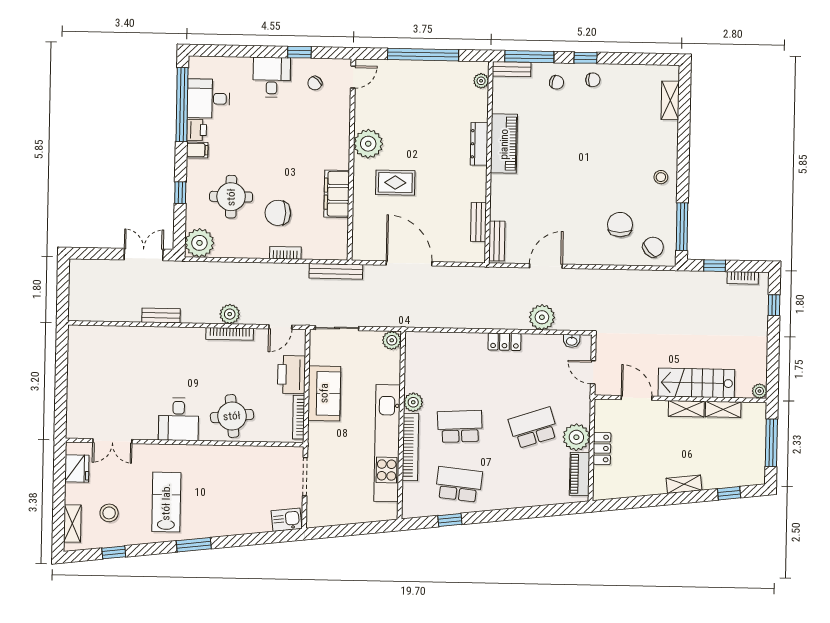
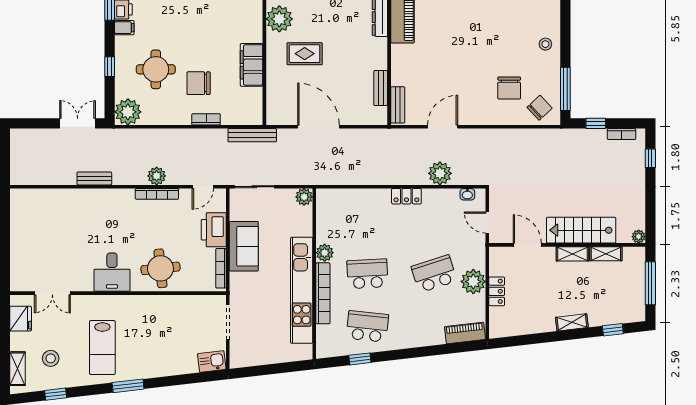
chair: (620, 225) -> (509, 88), turned 180
piano: (580, 474) -> (465, 333), moved, turned 83
lab bench: (166, 502) -> (102, 348), turned 180

